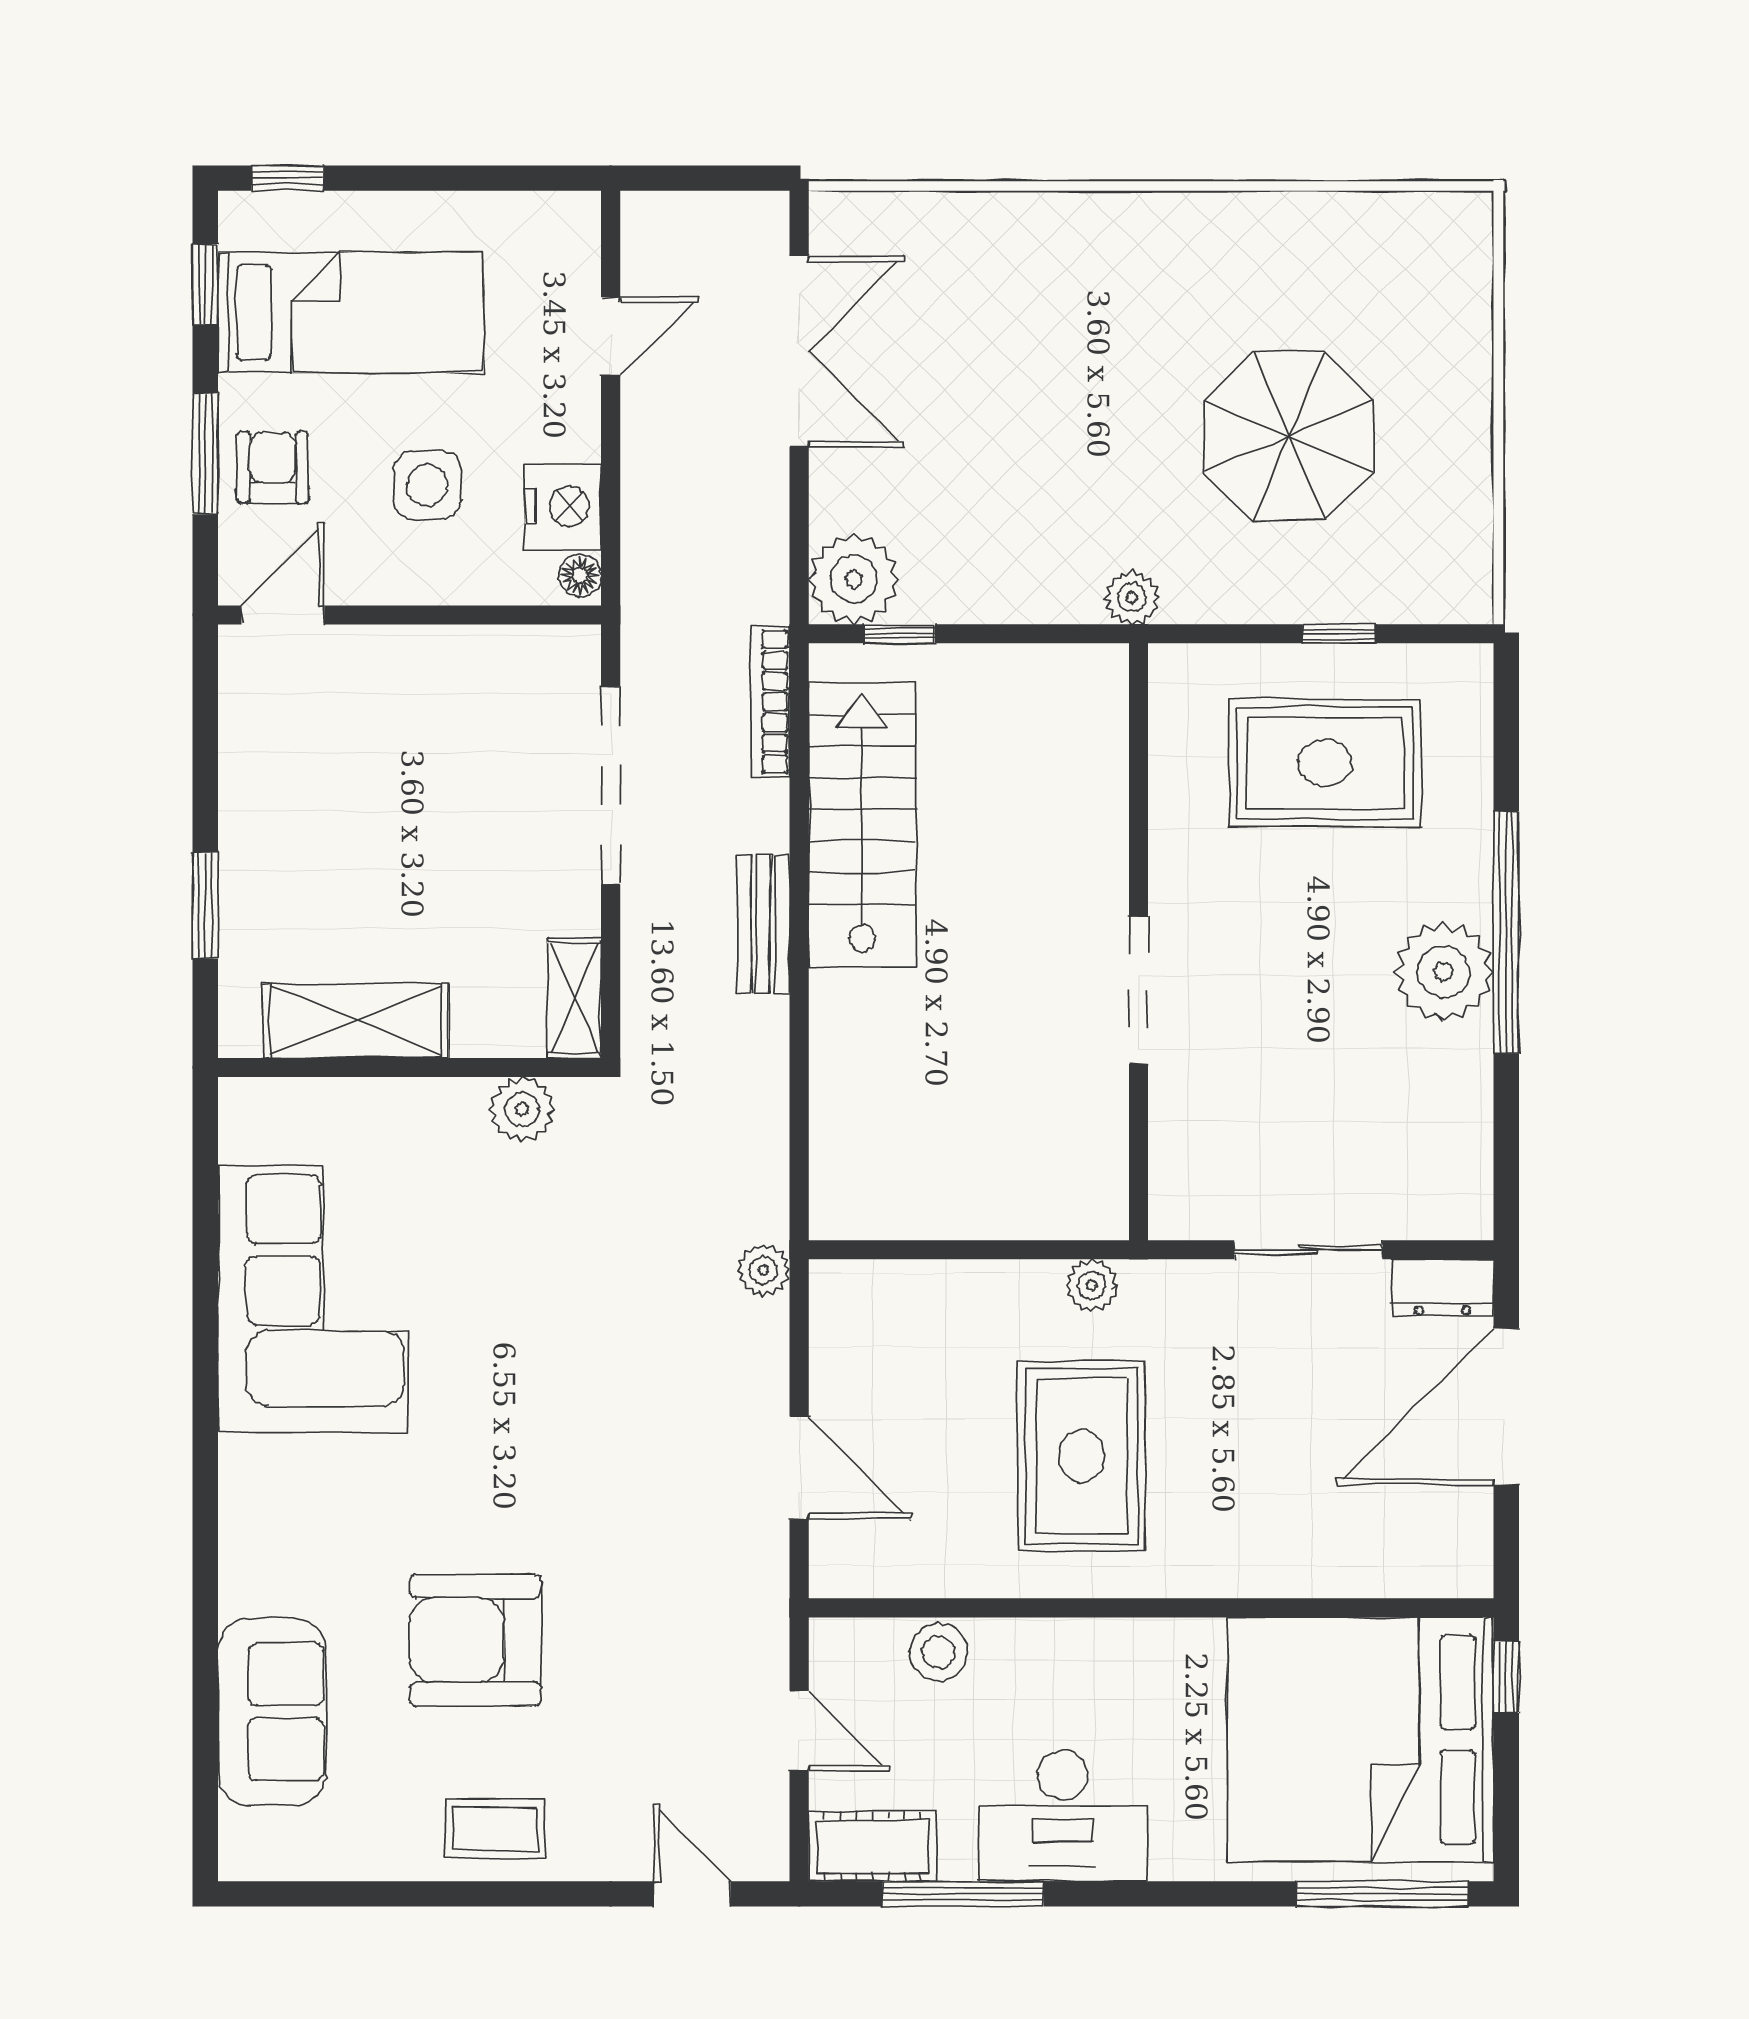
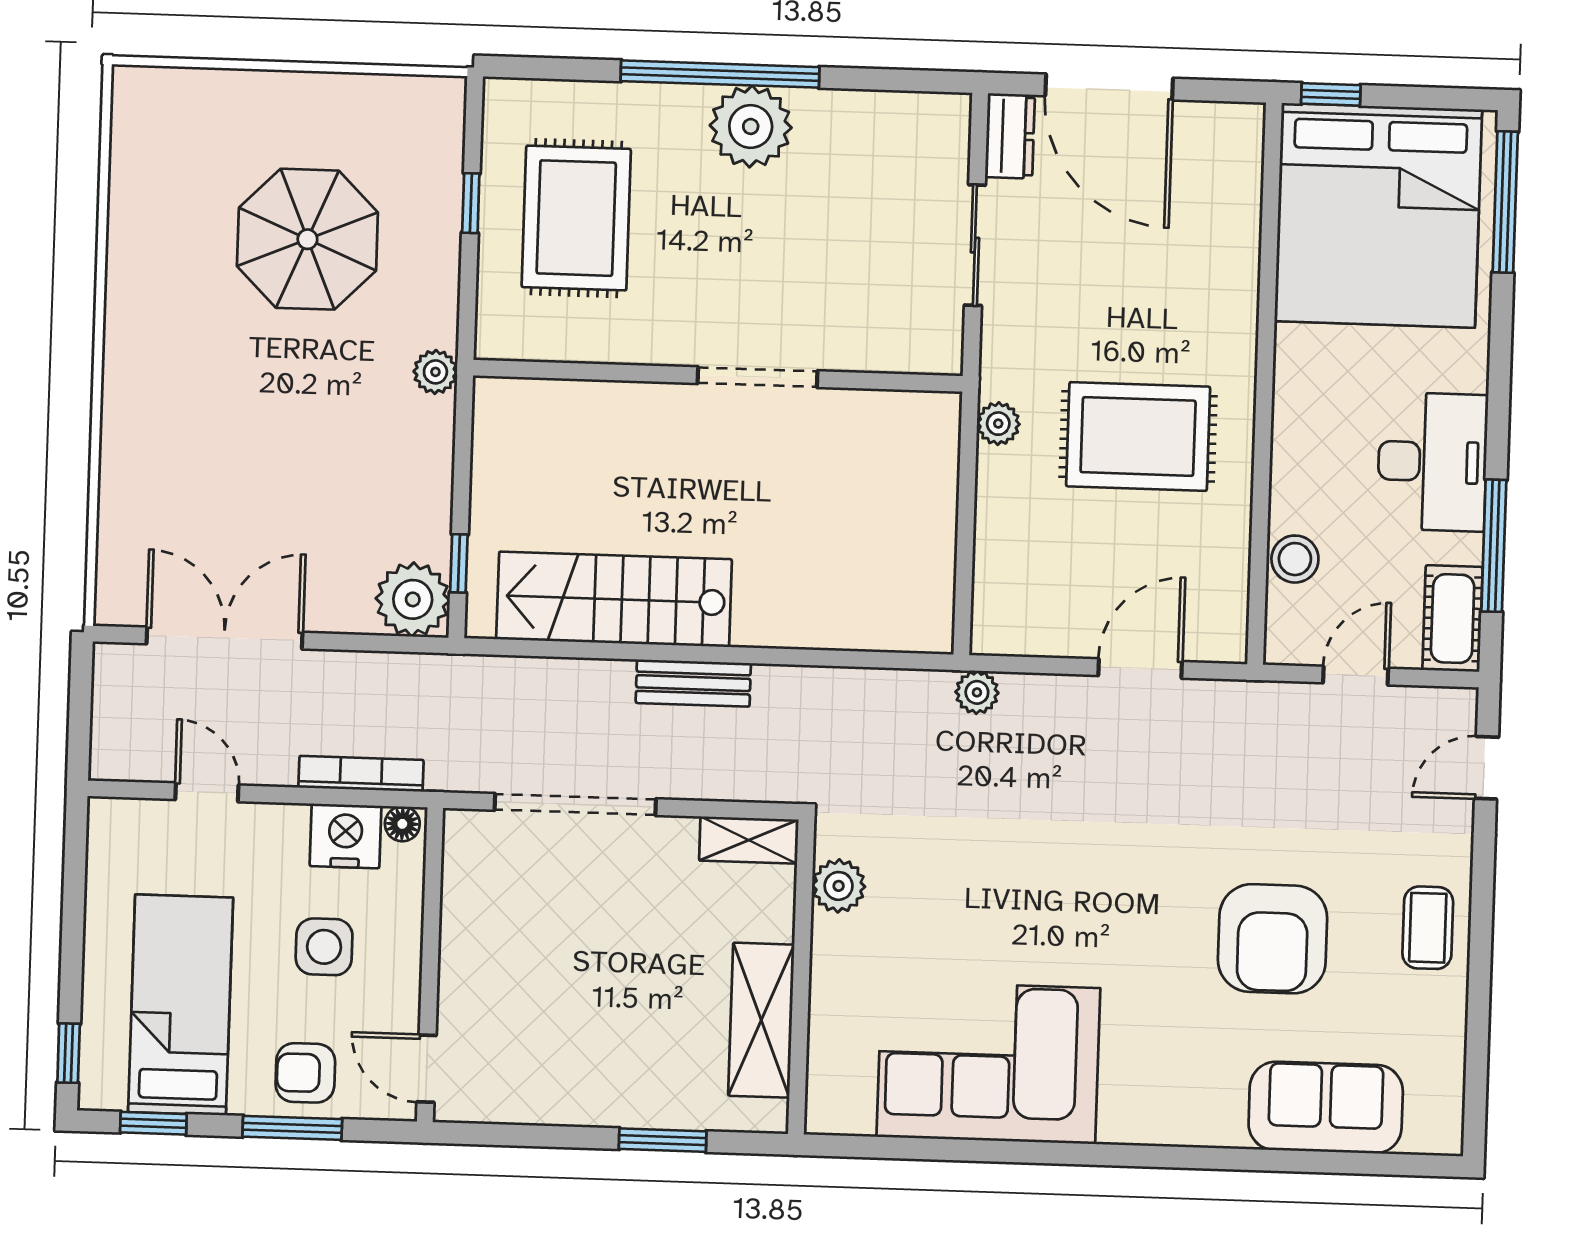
bookcase: (770, 702) -> (361, 774), moved, turned 180

